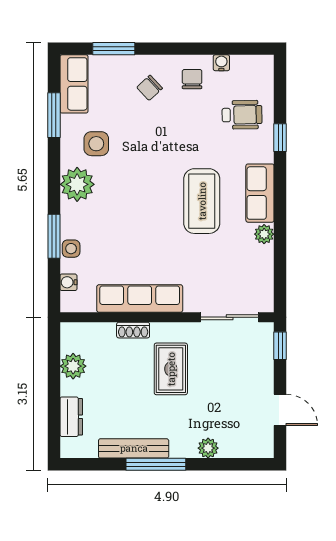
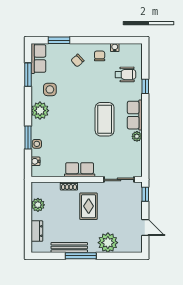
row of seats: (140, 299) -> (80, 170), width x0.68
plant: (208, 448) -> (108, 243), width x1.88, depth x1.88

